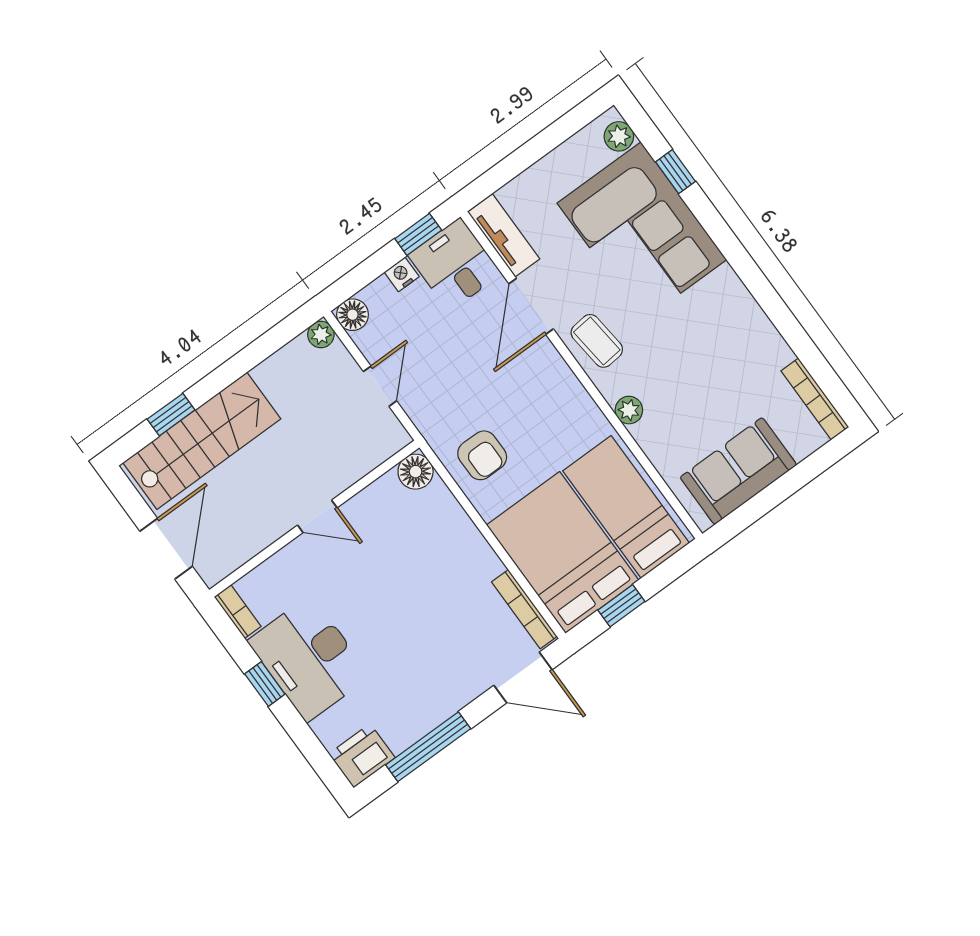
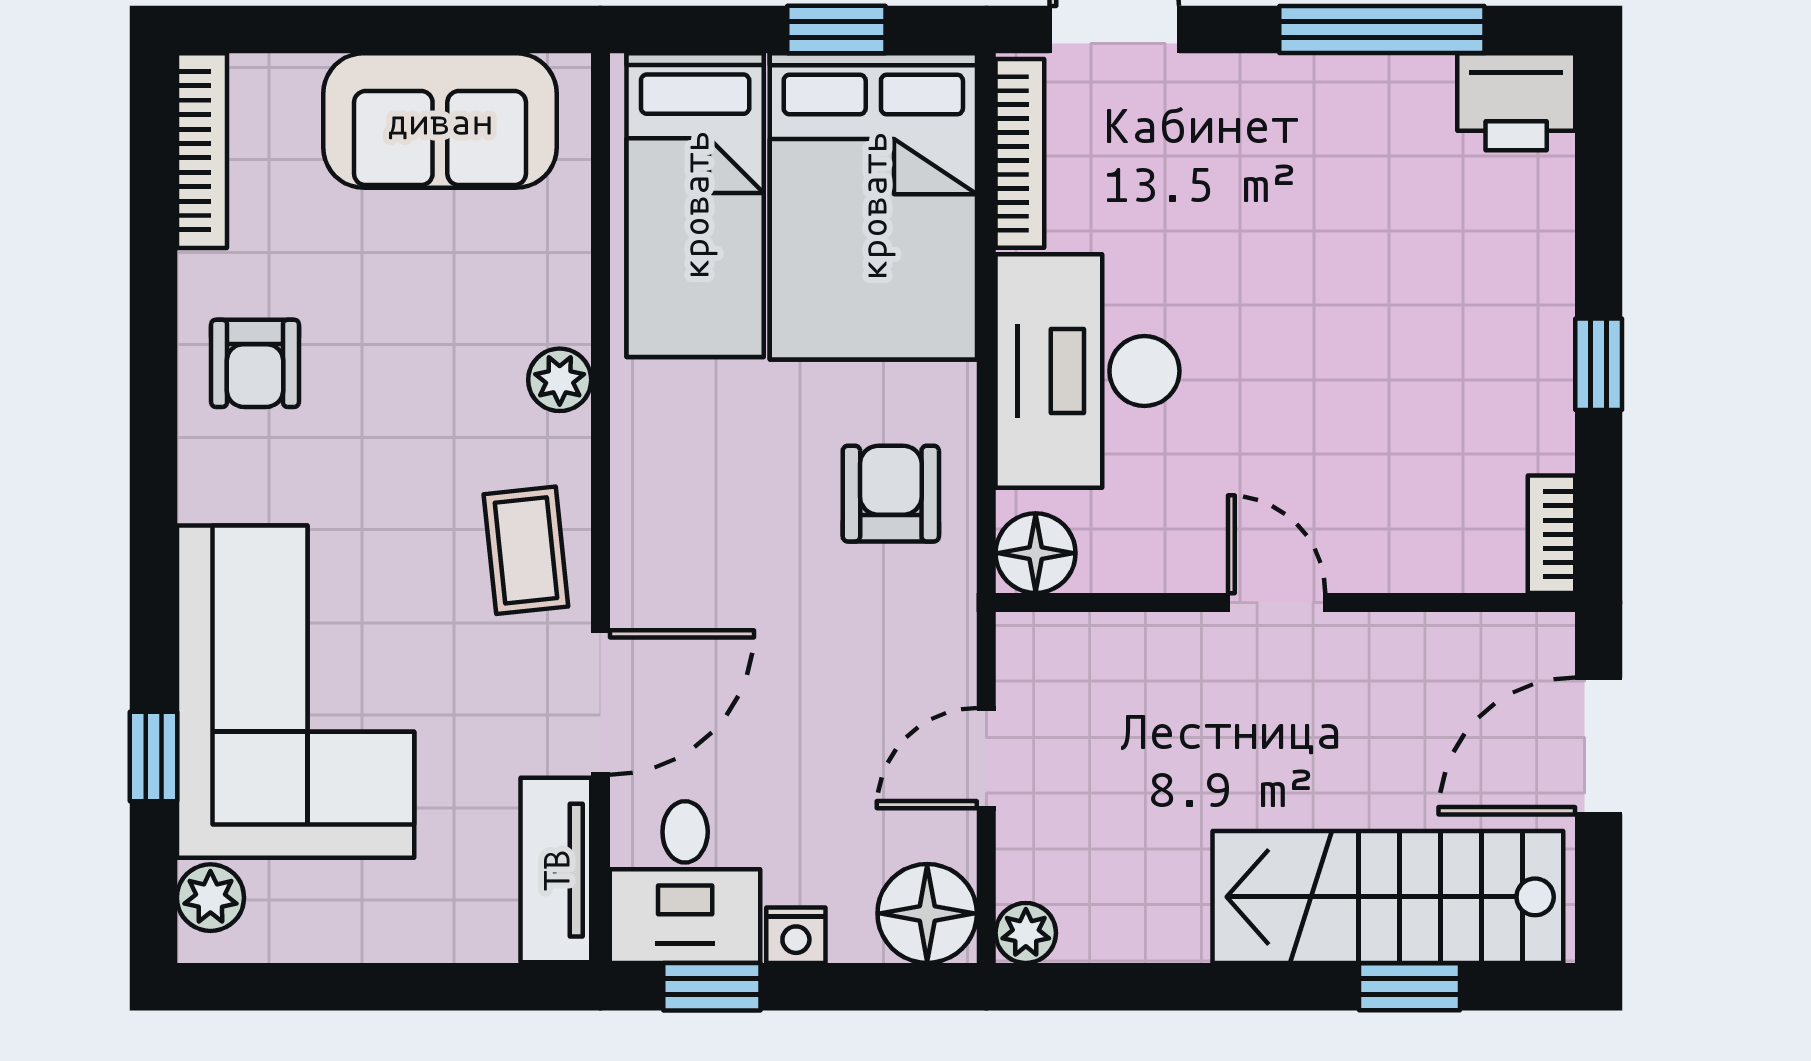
floor lamp: (353, 315) -> (927, 913), width x1.38, depth x1.38
armchair: (741, 337) -> (255, 363), added
desk: (309, 658) -> (1088, 371), moved, turned 180

